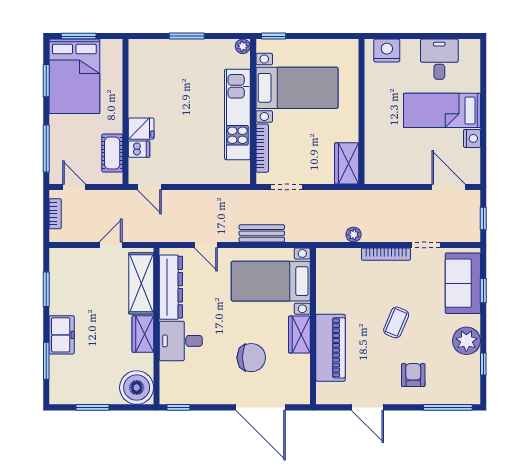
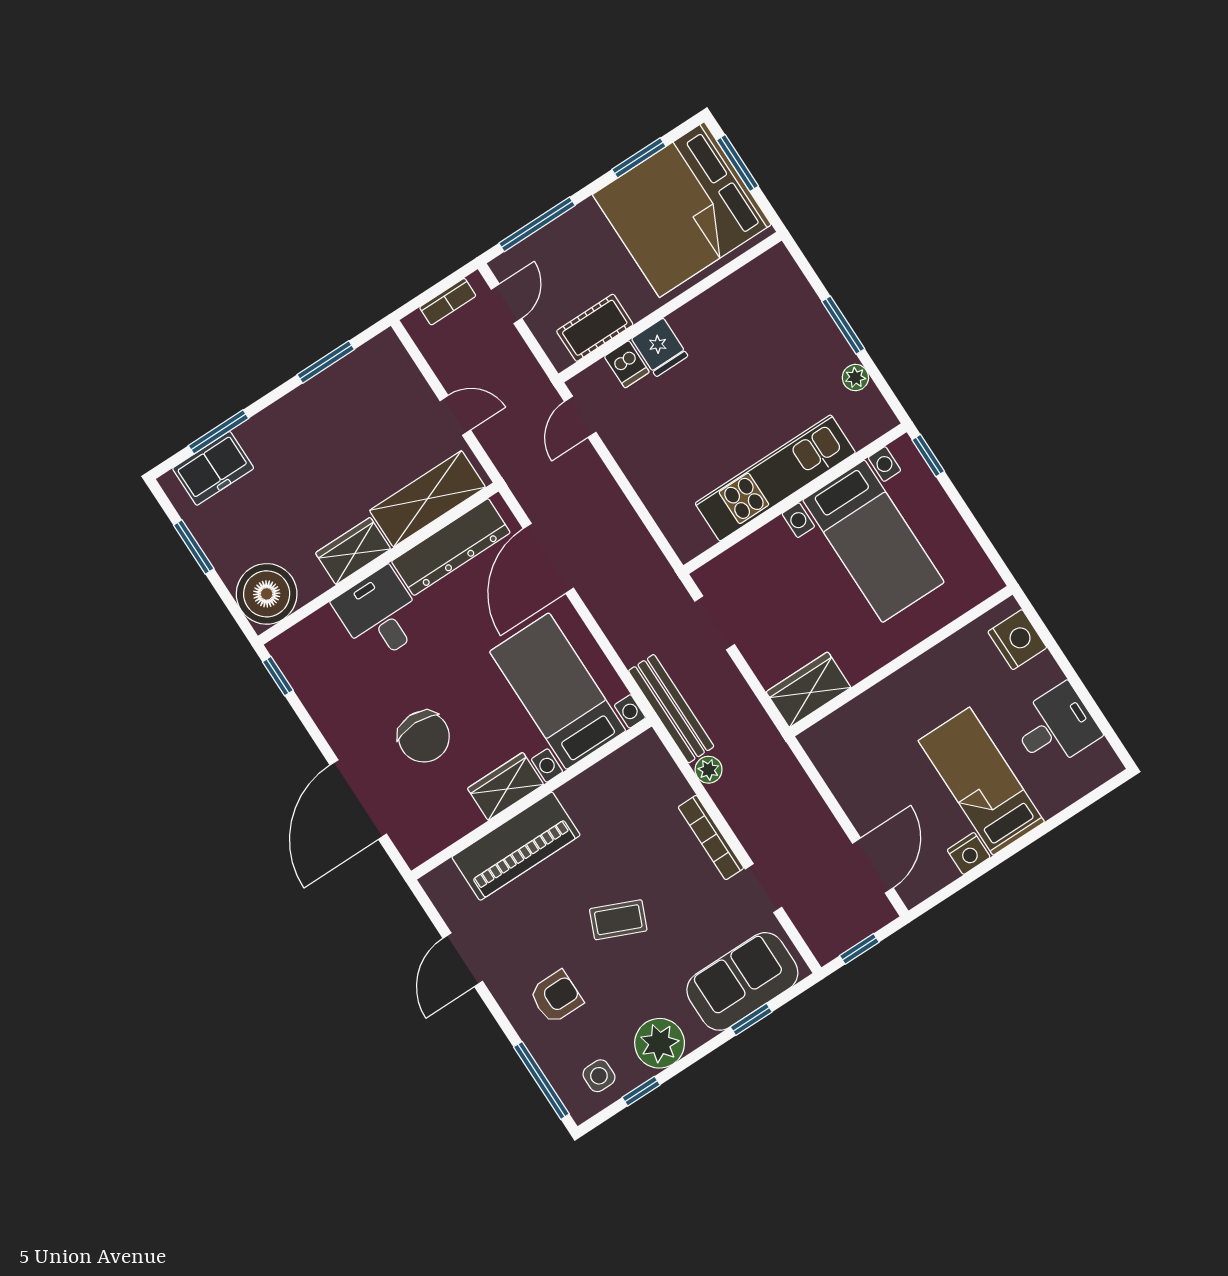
plant: (243, 46) -> (855, 378), moved
bed: (74, 76) -> (682, 210), width x1.36
bookcase: (262, 148) -> (749, 548), removed
bench: (262, 233) -> (671, 709), moved, width x1.36
door: (206, 245) -> (548, 558), width x1.88
freezer: (62, 335) -> (213, 468), moved
side table: (463, 379) -> (599, 1076), added

